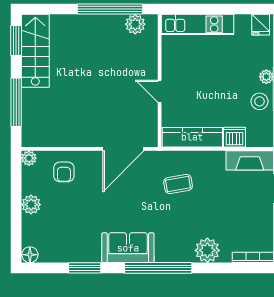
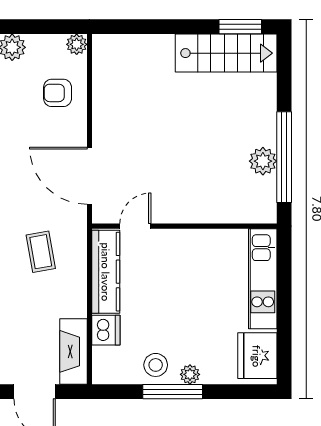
plant: (135, 24) -> (263, 161), moved
fridge: (261, 25) -> (257, 356), width x1.88, depth x1.34
door: (160, 91) -> (135, 226), moved
window: (16, 102) -> (154, 27), removed

